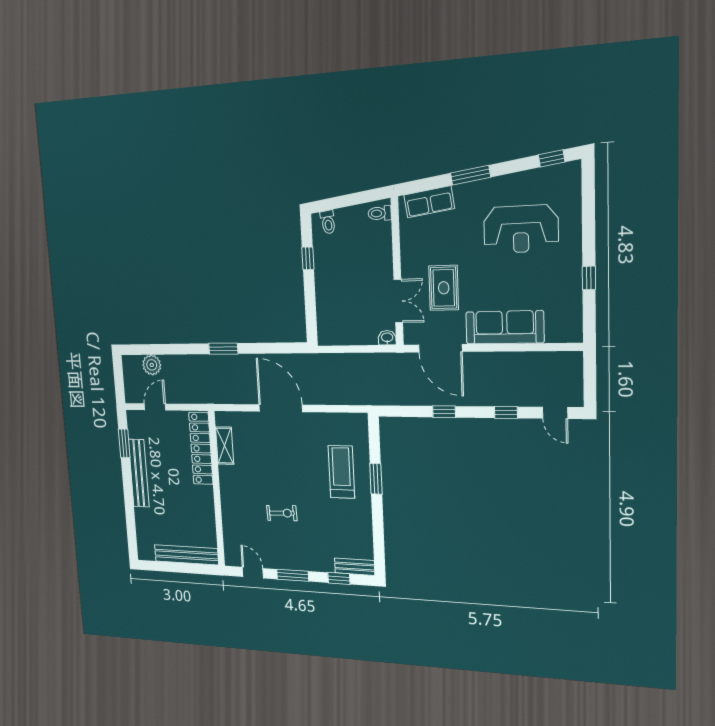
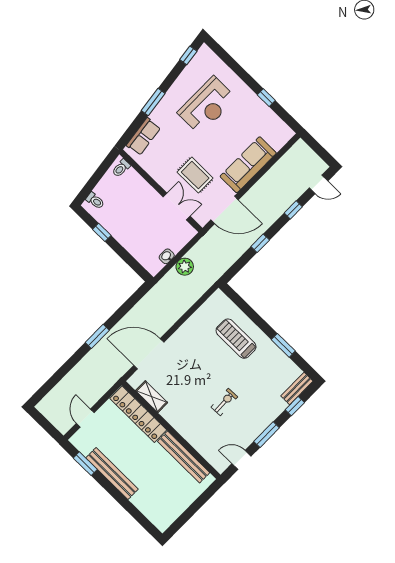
washbasin: (387, 338) -> (167, 256), moved
plant: (152, 365) -> (185, 267), moved
door: (281, 408) -> (149, 354), moved
window: (376, 479) -> (283, 345), moved
bench: (186, 555) -> (184, 457), moved, turned 90

